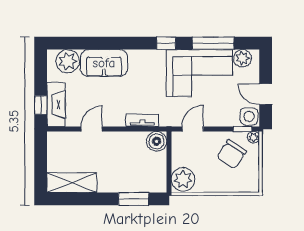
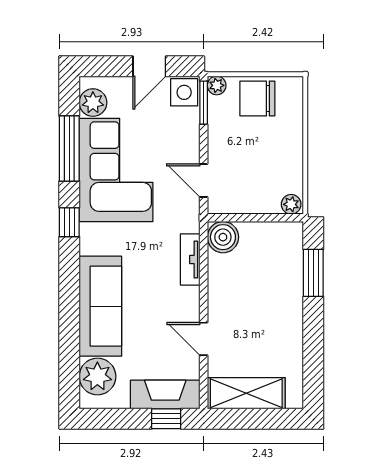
sofa: (104, 63) -> (100, 306), width x1.36
window: (242, 129) -> (204, 103), width x1.50
chair: (232, 154) -> (257, 99), moved, turned 146
plant: (183, 179) -> (291, 204), width x0.53, depth x0.53
shelving: (72, 183) -> (246, 393), moved, turned 90

